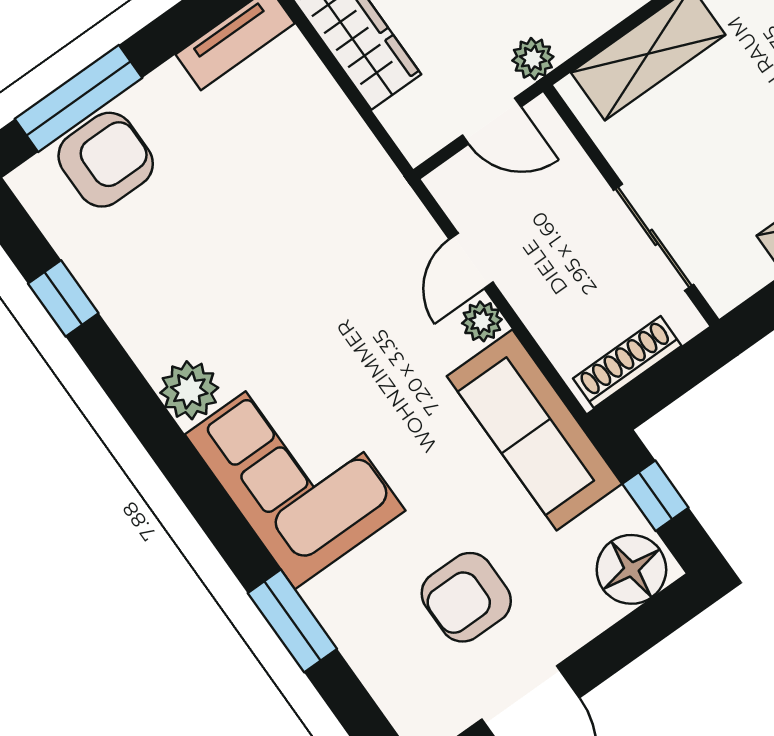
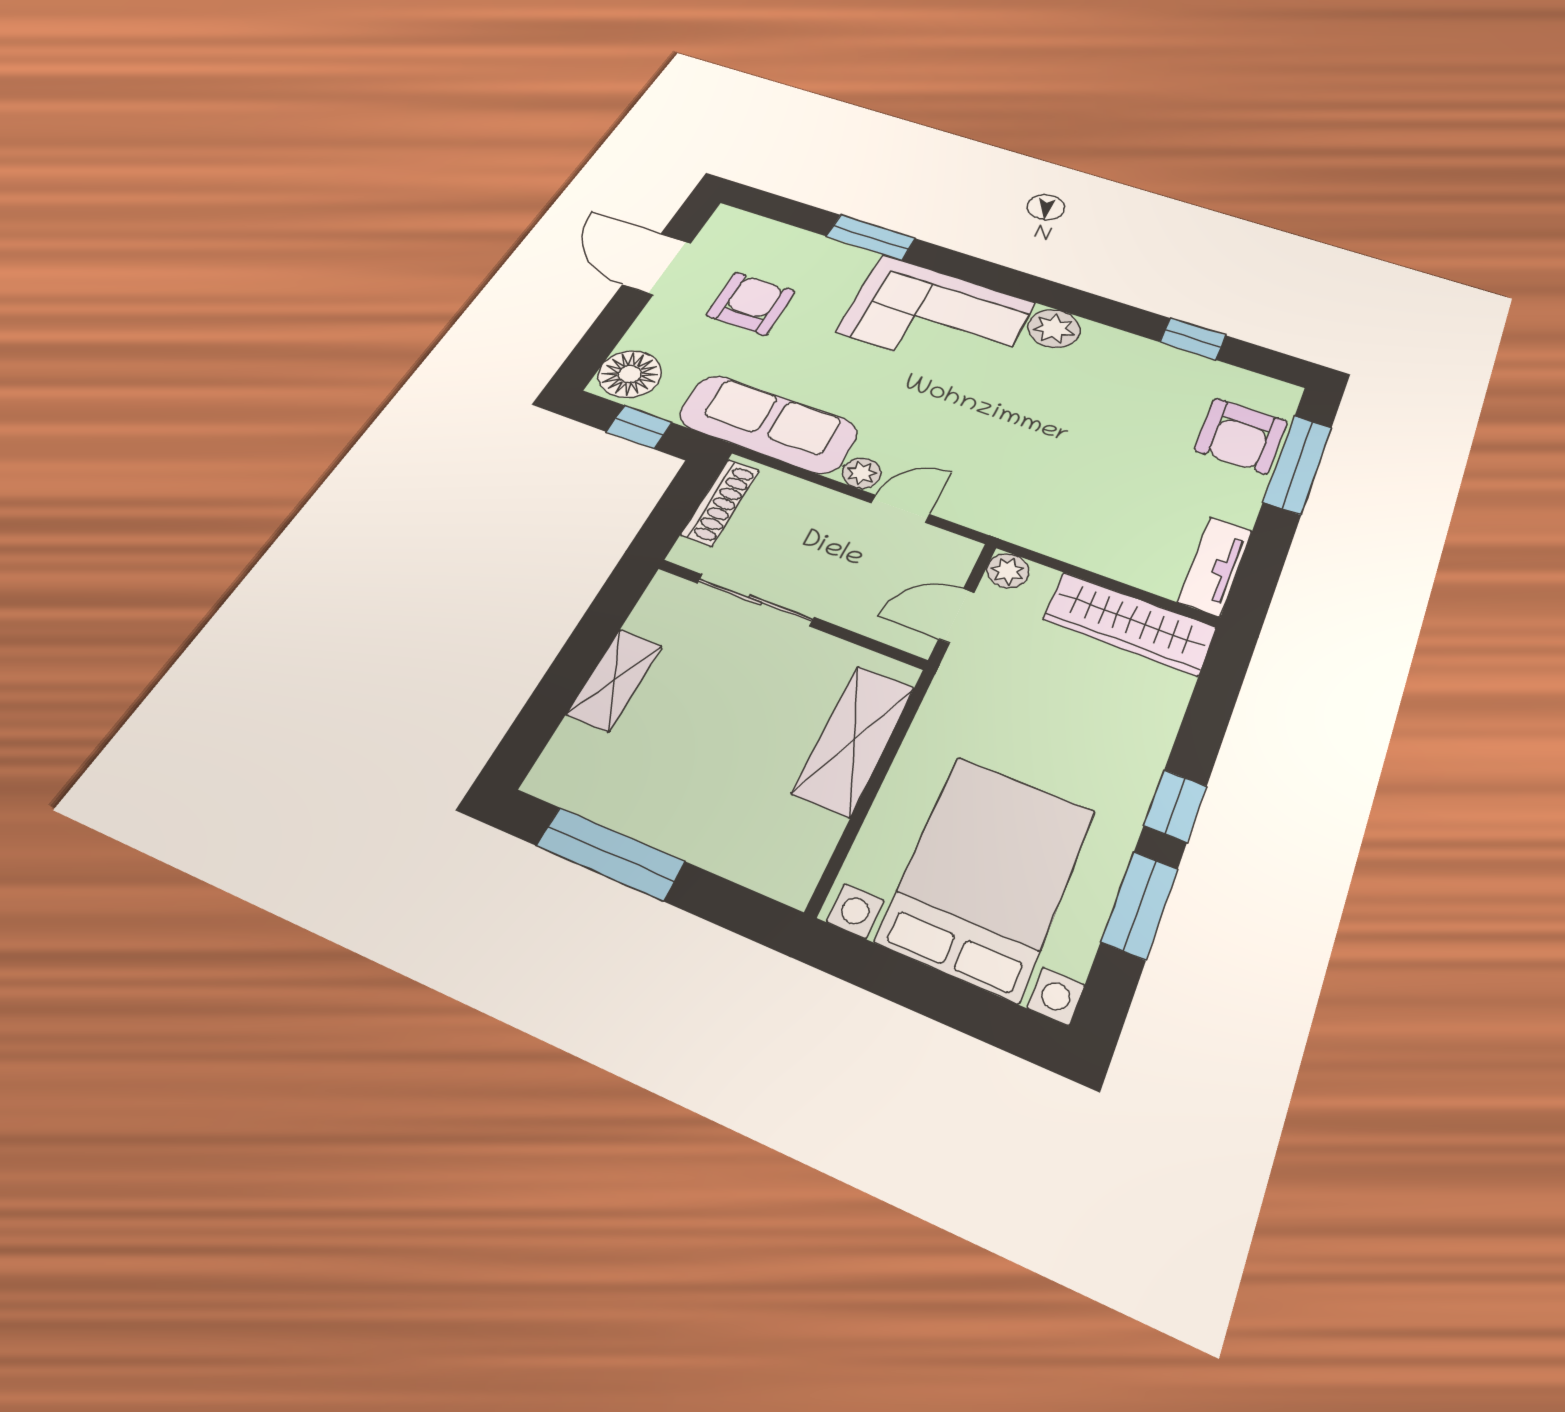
plant: (533, 59) -> (1008, 571), moved
door: (471, 261) -> (900, 509), hinge flipped

